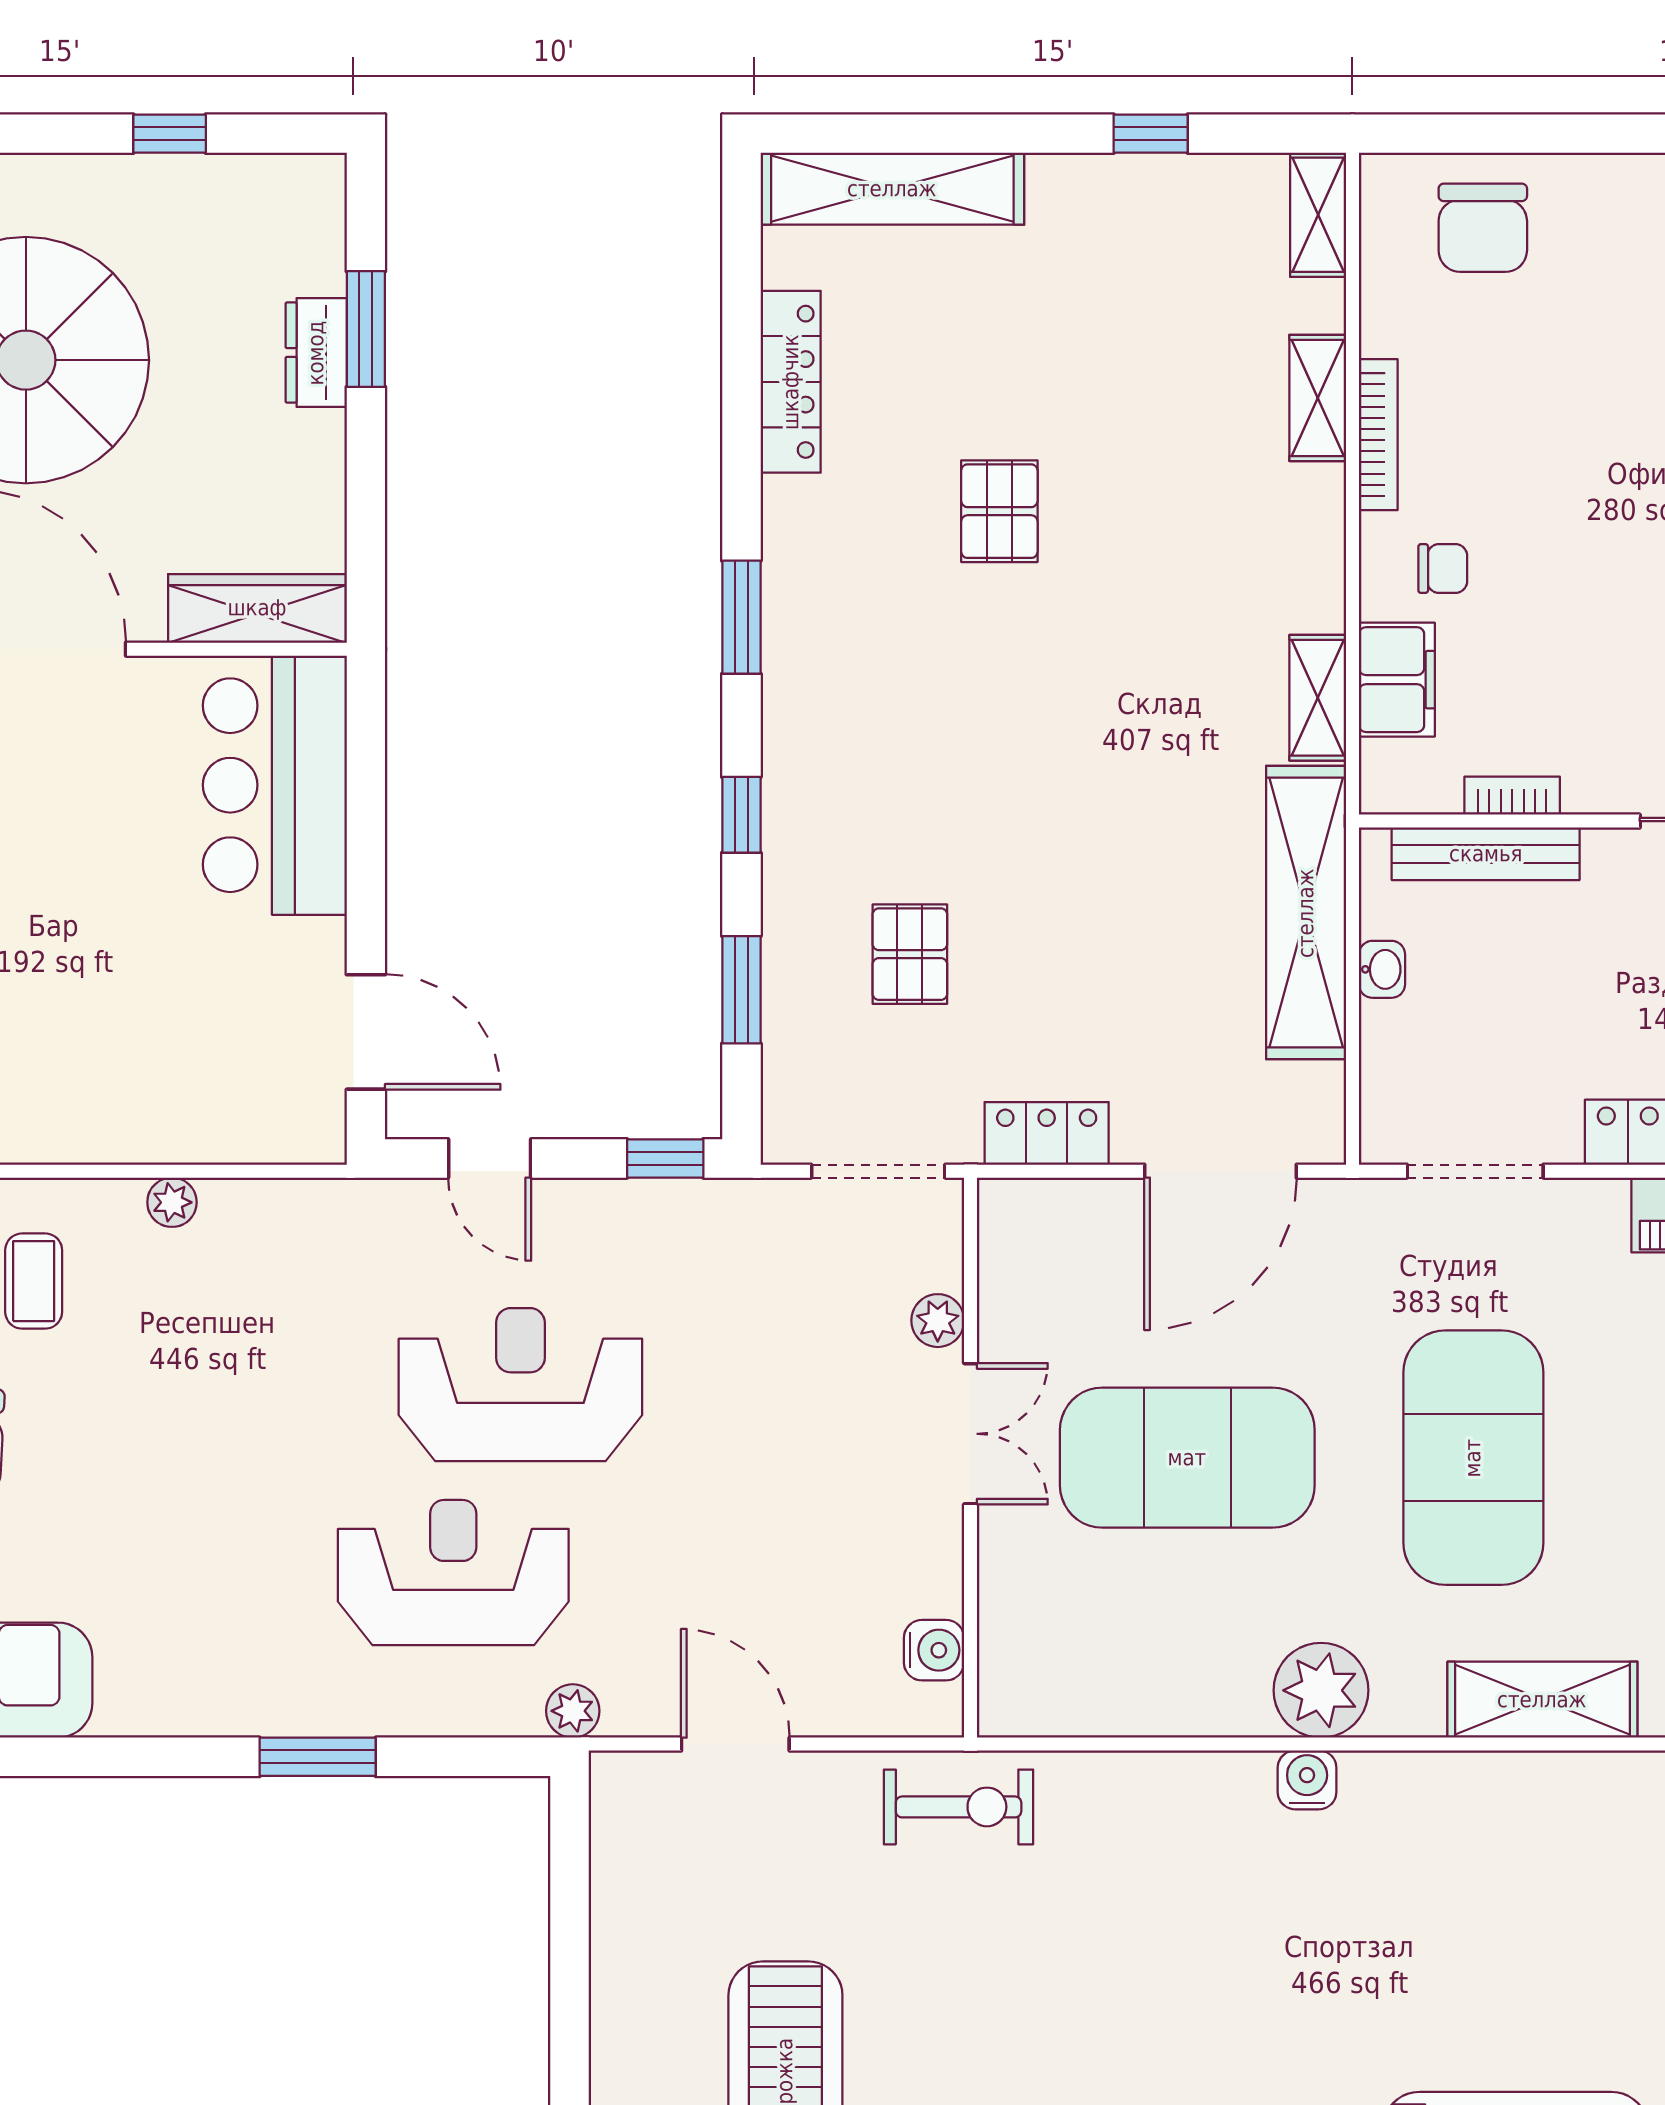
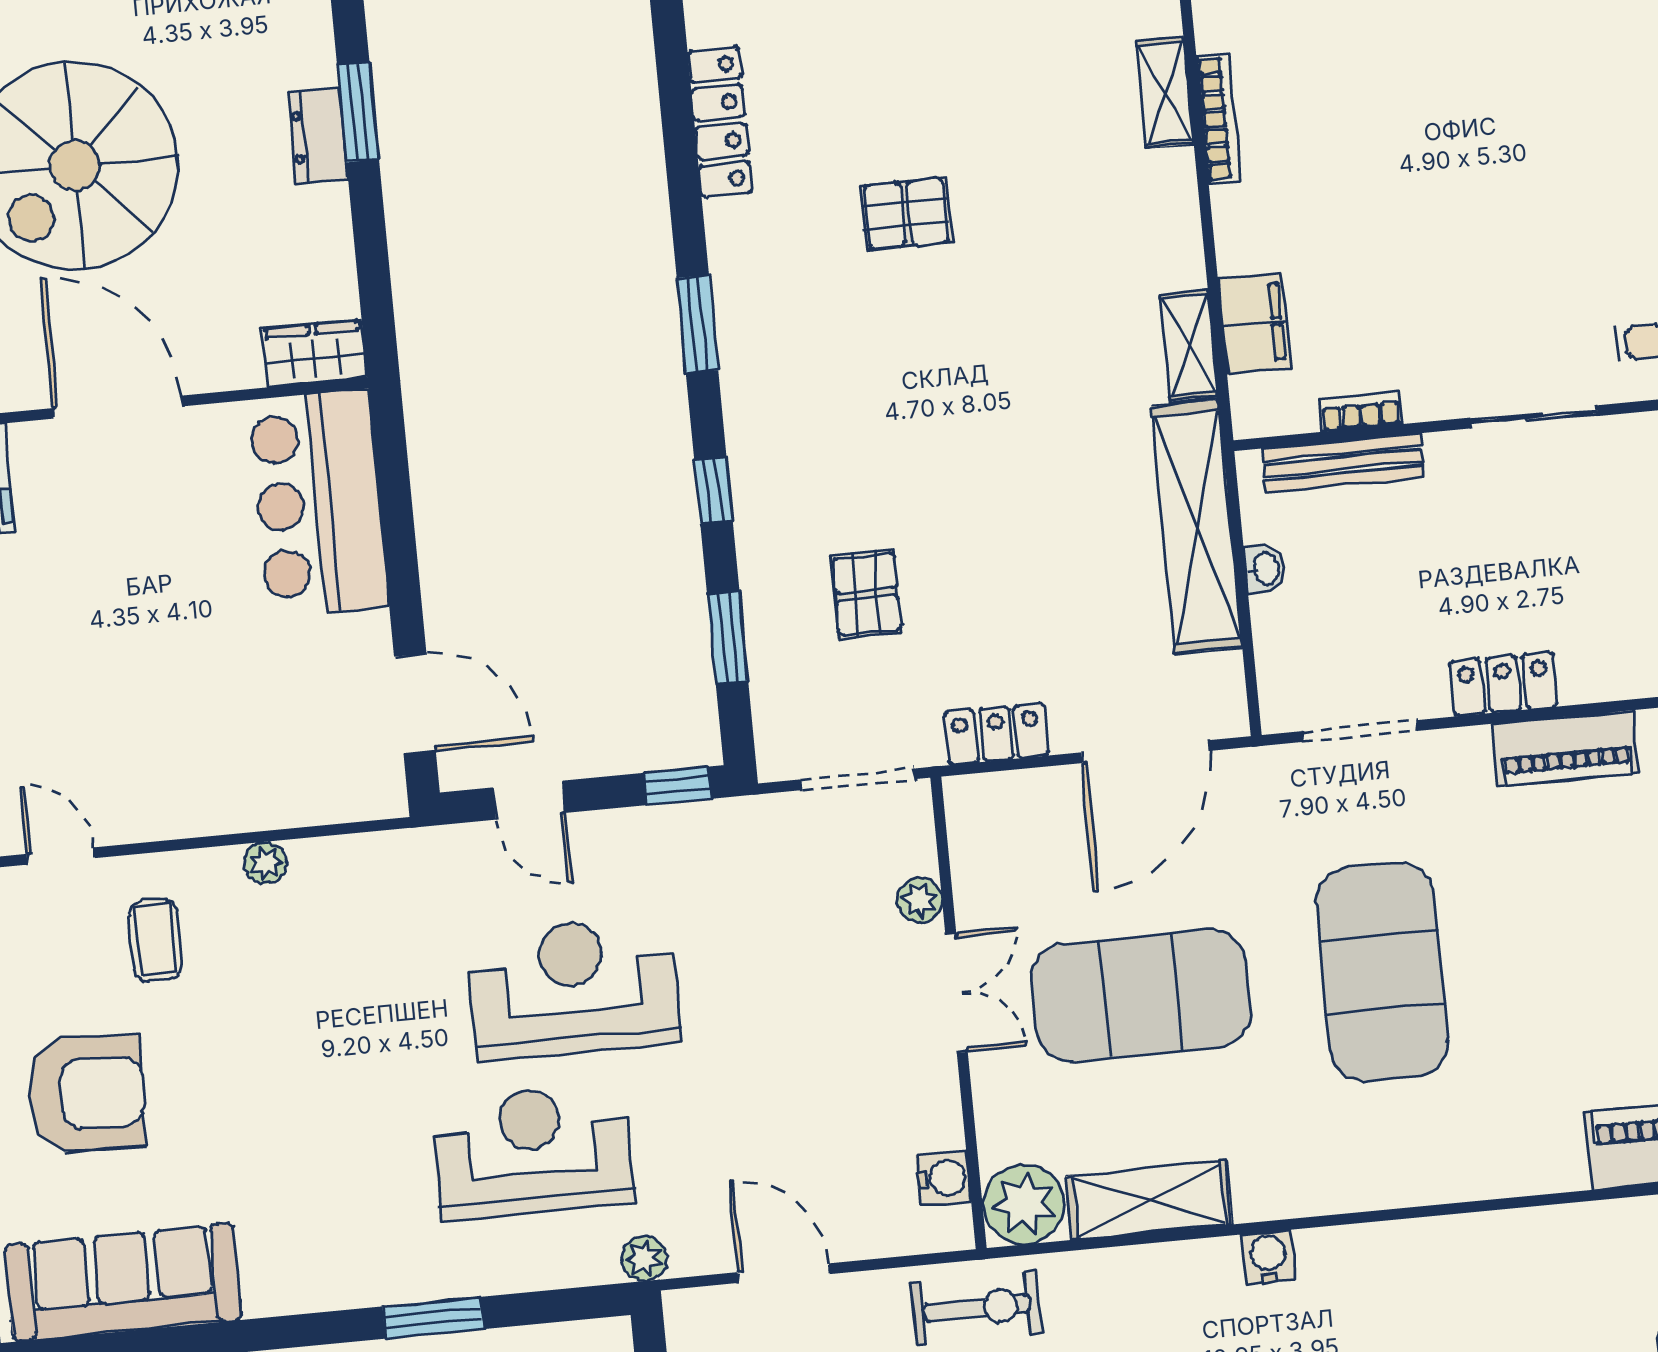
pallet: (999, 511) -> (906, 214), turned 90
chair: (1443, 569) -> (1284, 226), removed
wardrobe: (257, 608) -> (314, 354), width x0.67
plant: (1321, 1690) -> (1024, 1204), moved
shelving: (1542, 1700) -> (1149, 1200), moved

